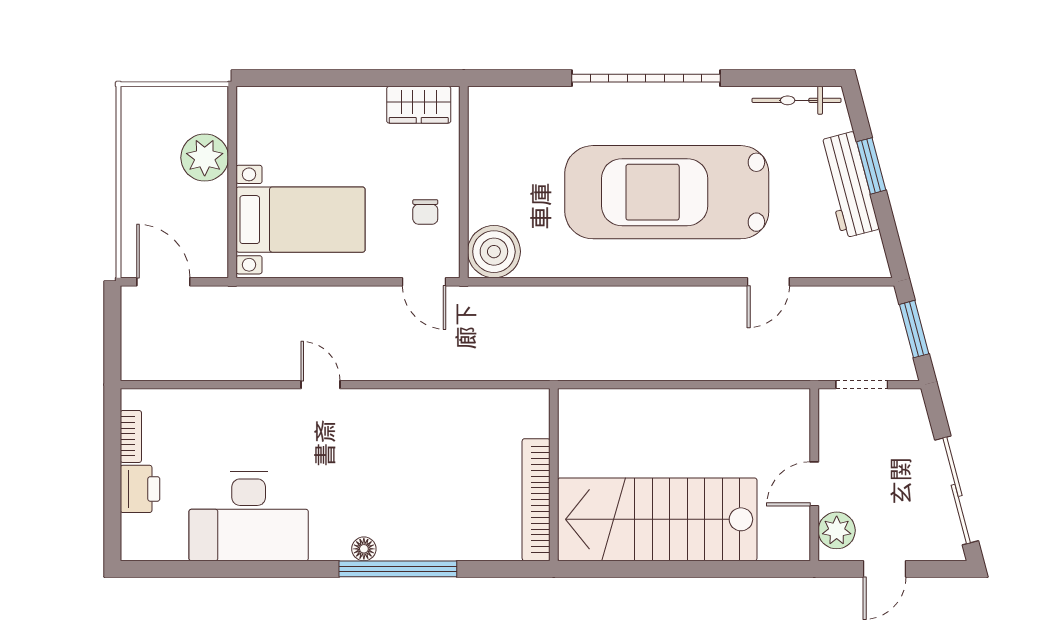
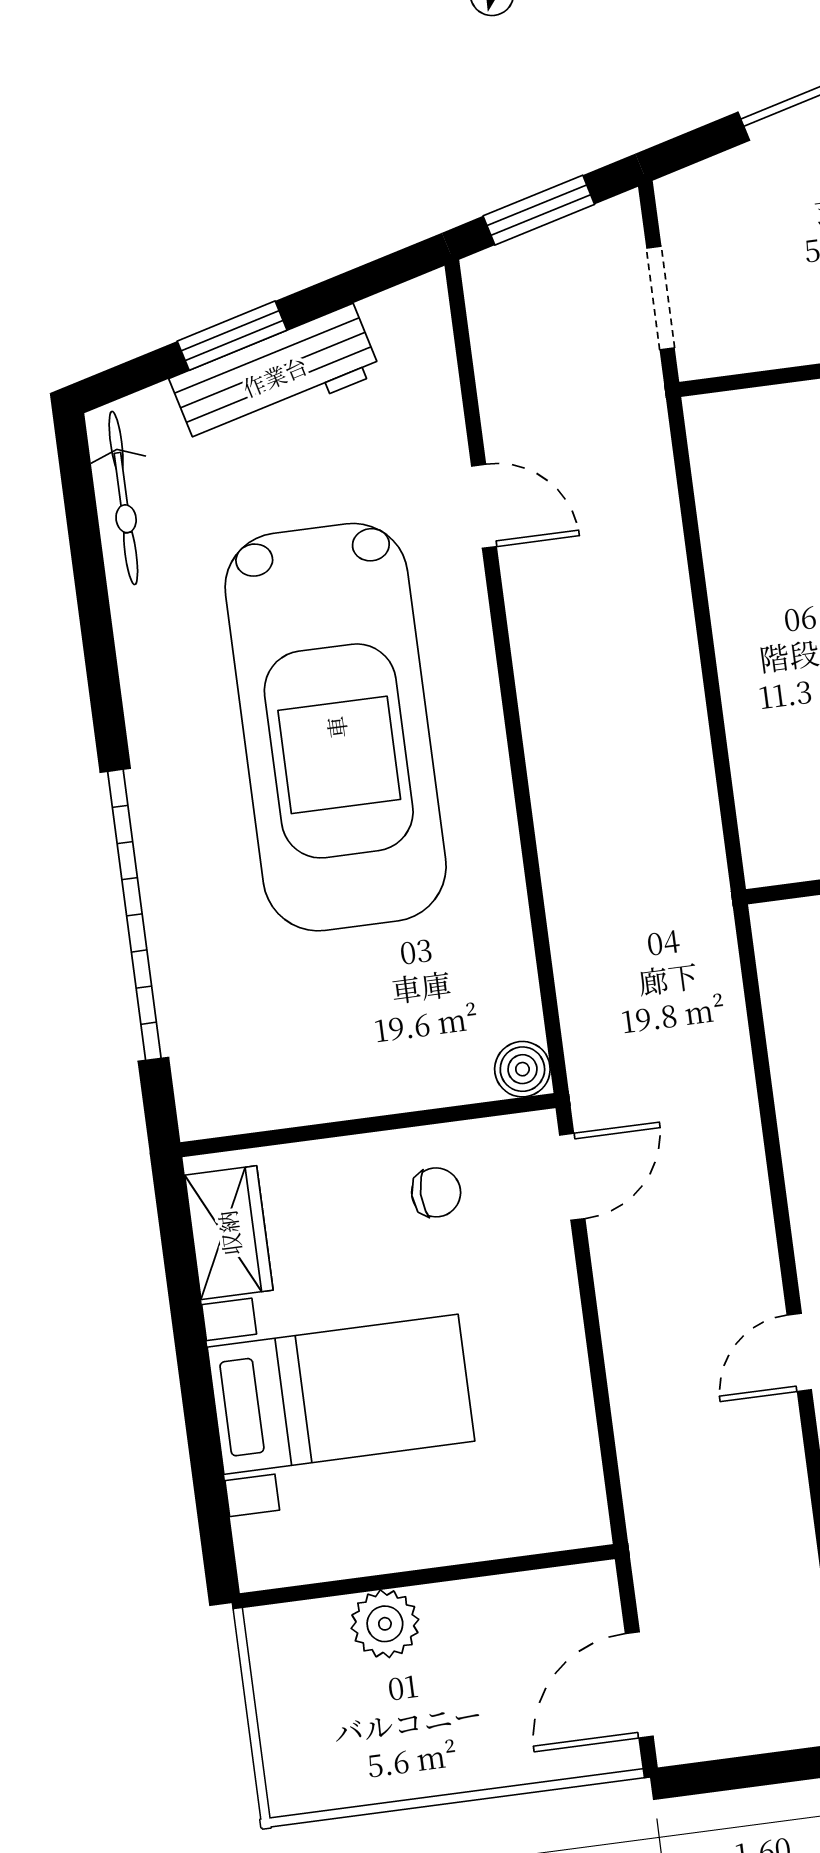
garage door: (646, 78) -> (134, 915), moved
plant: (205, 158) -> (385, 1624), width x0.73, depth x0.73
bed with nightstands: (301, 220) -> (341, 1394), moved, turned 90
boiler: (494, 252) -> (522, 1069), width x0.54, depth x0.54

